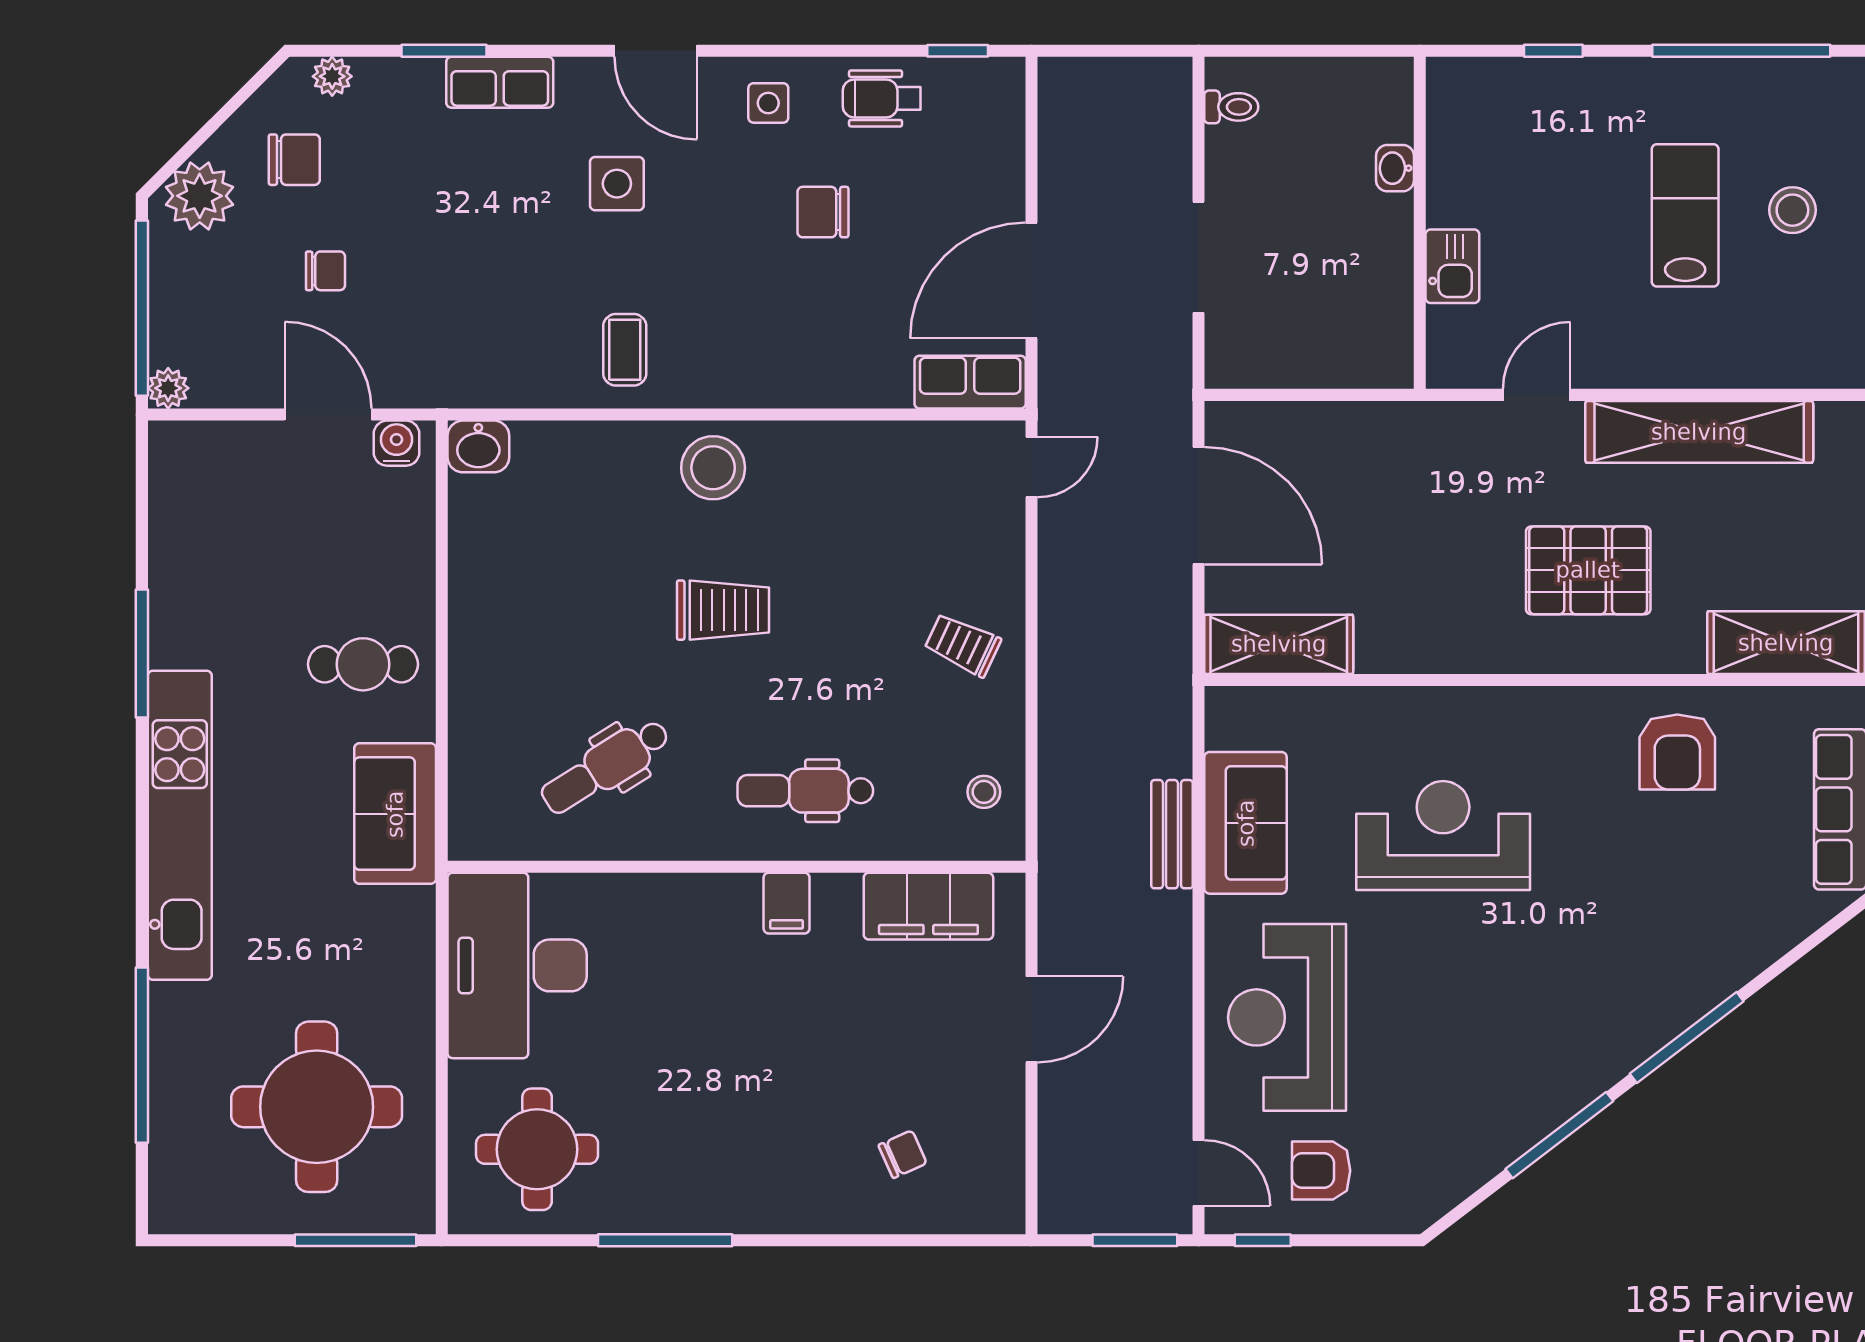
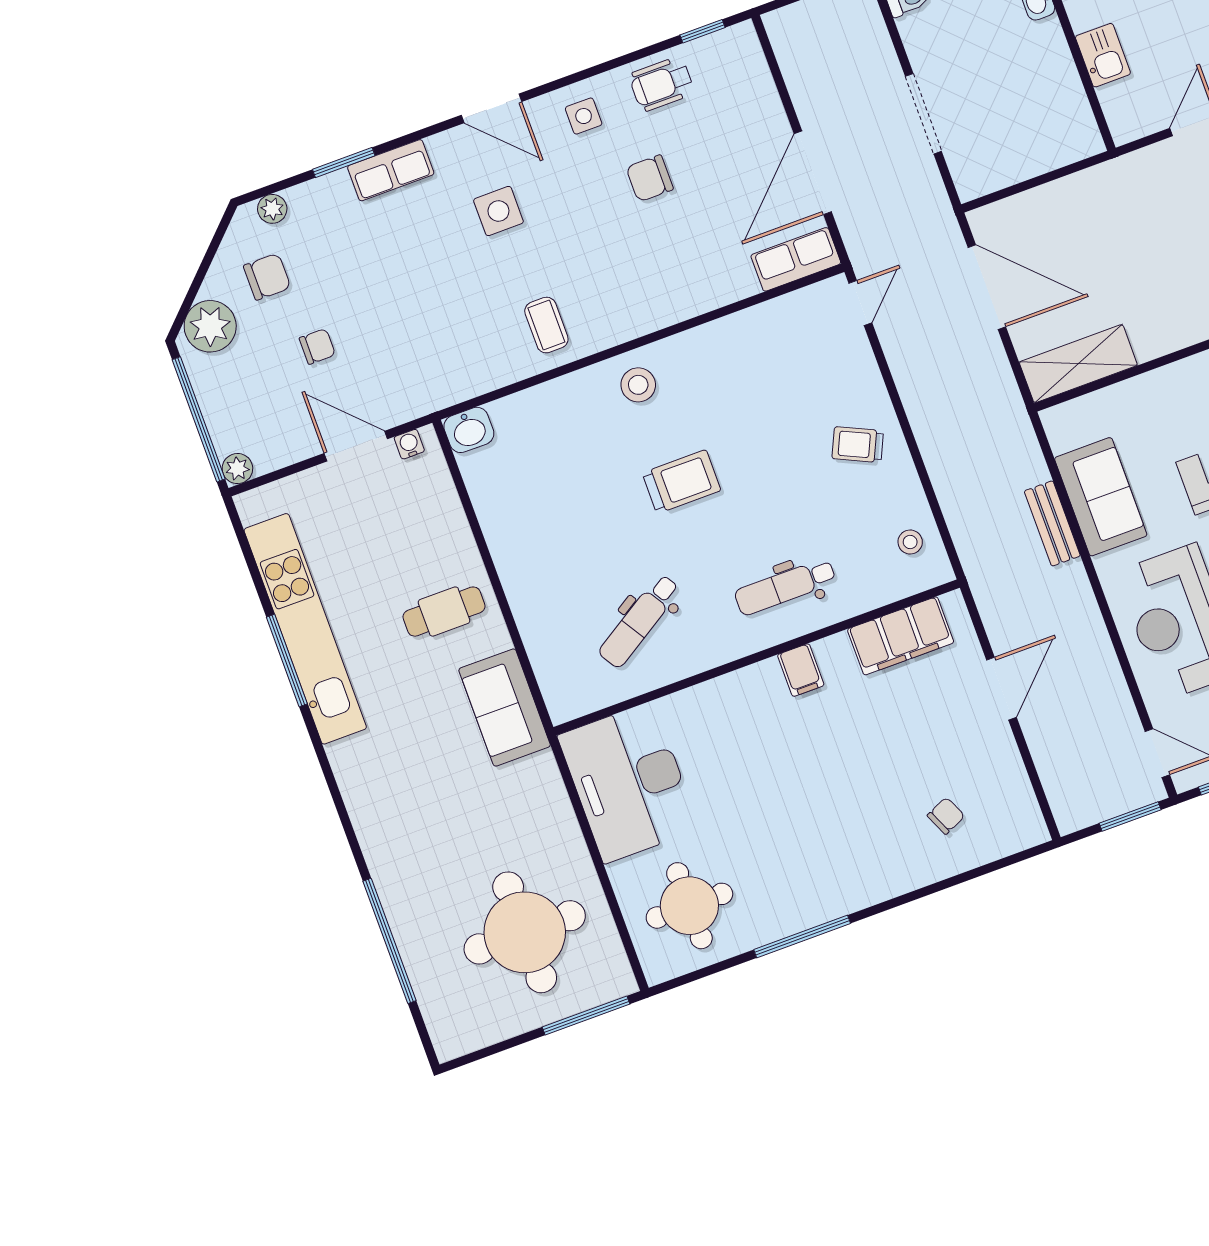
water cooler: (397, 443) -> (409, 444), width x0.72, depth x0.72
stool: (713, 468) -> (638, 385), width x0.73, depth x0.73
kitchen unit: (180, 825) -> (305, 629), moved

